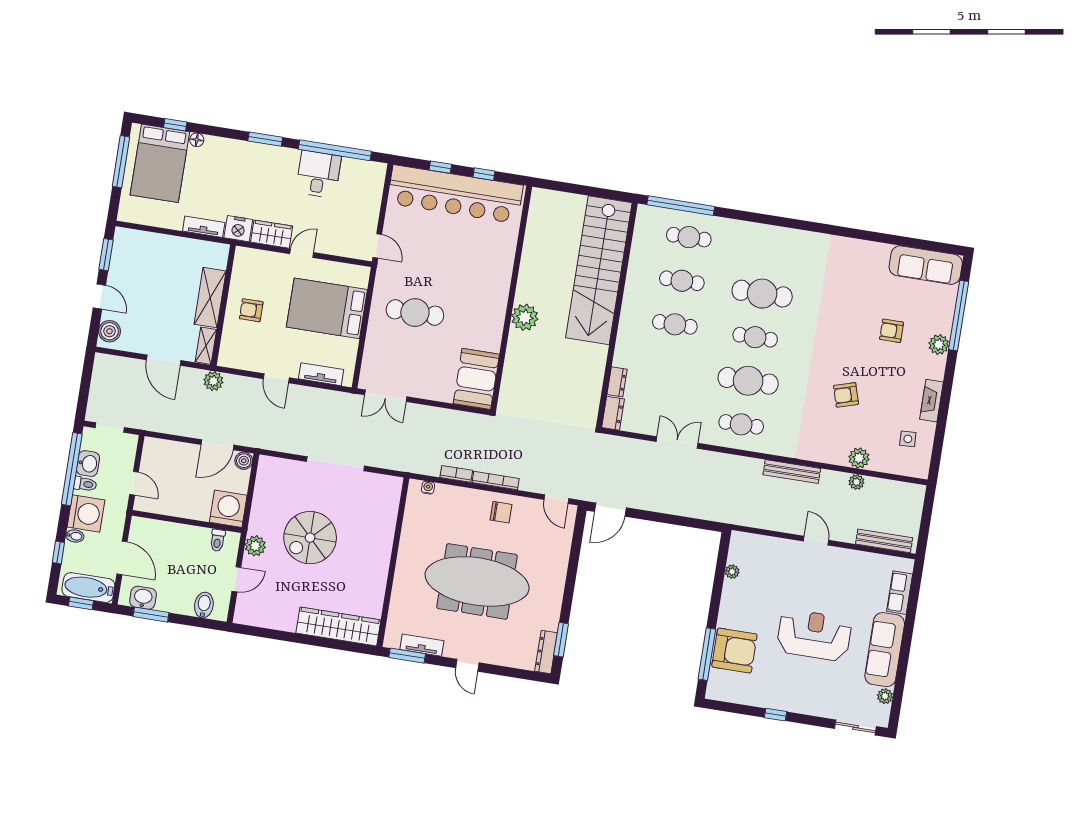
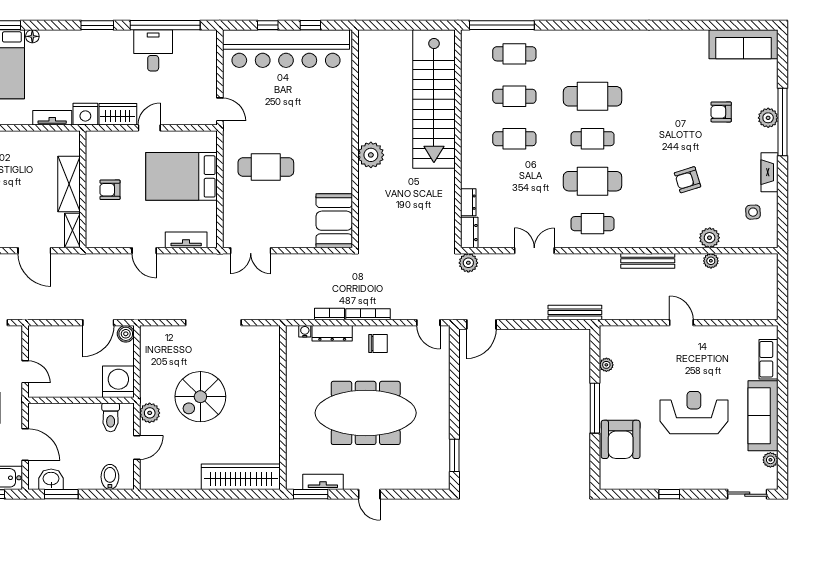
window: (959, 316) -> (782, 122), moved
plant: (213, 381) -> (468, 263), moved
toilet: (218, 540) -> (111, 417), width x1.37, depth x1.39
bench: (884, 541) -> (575, 313), moved
armchair: (734, 651) -> (621, 439), turned 90
dresser: (546, 652) -> (332, 333), moved, turned -90
window: (707, 654) -> (595, 408), moved

